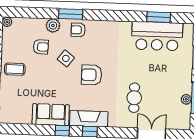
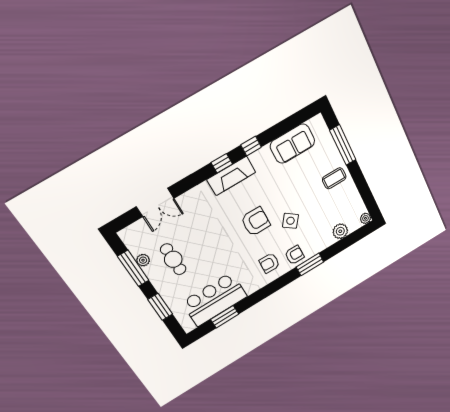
plant: (53, 25) -> (340, 231), moved
armchair: (41, 47) -> (269, 263), moved
cafe table: (134, 98) -> (173, 259), moved
sofa: (51, 115) -> (293, 144), moved

